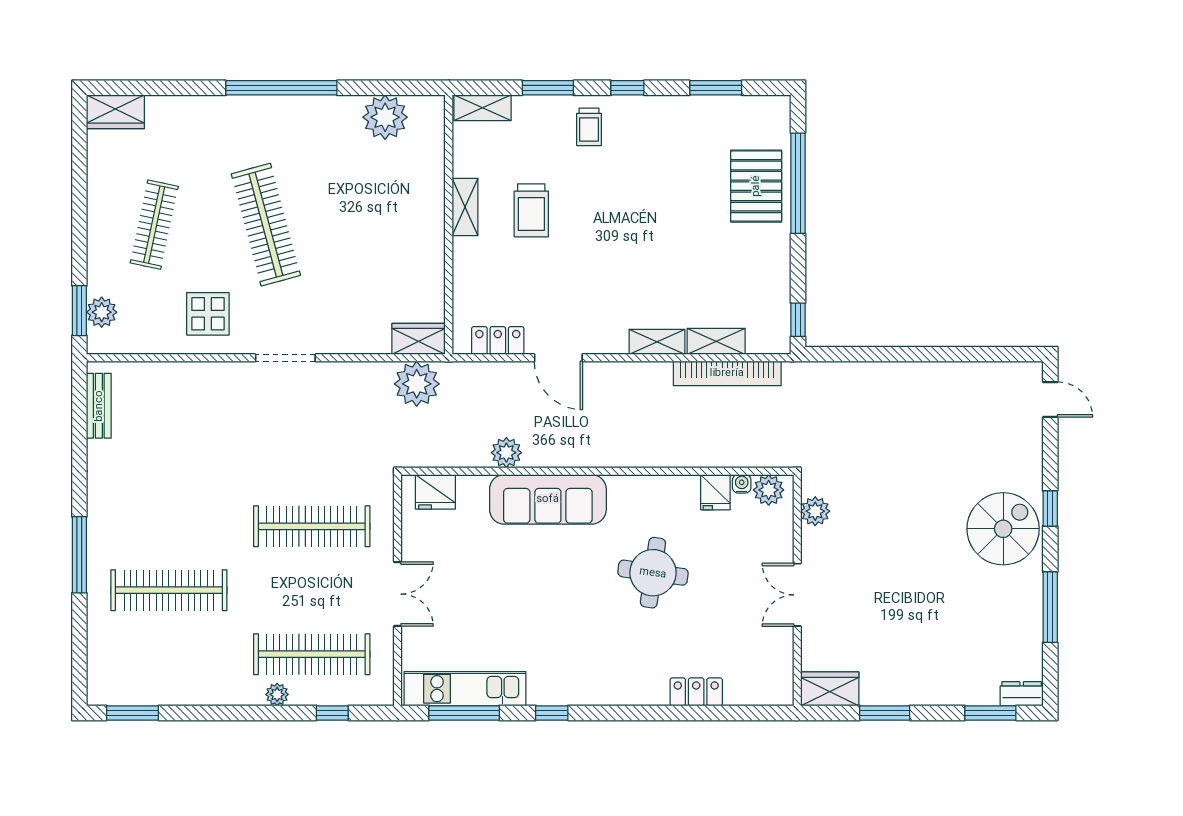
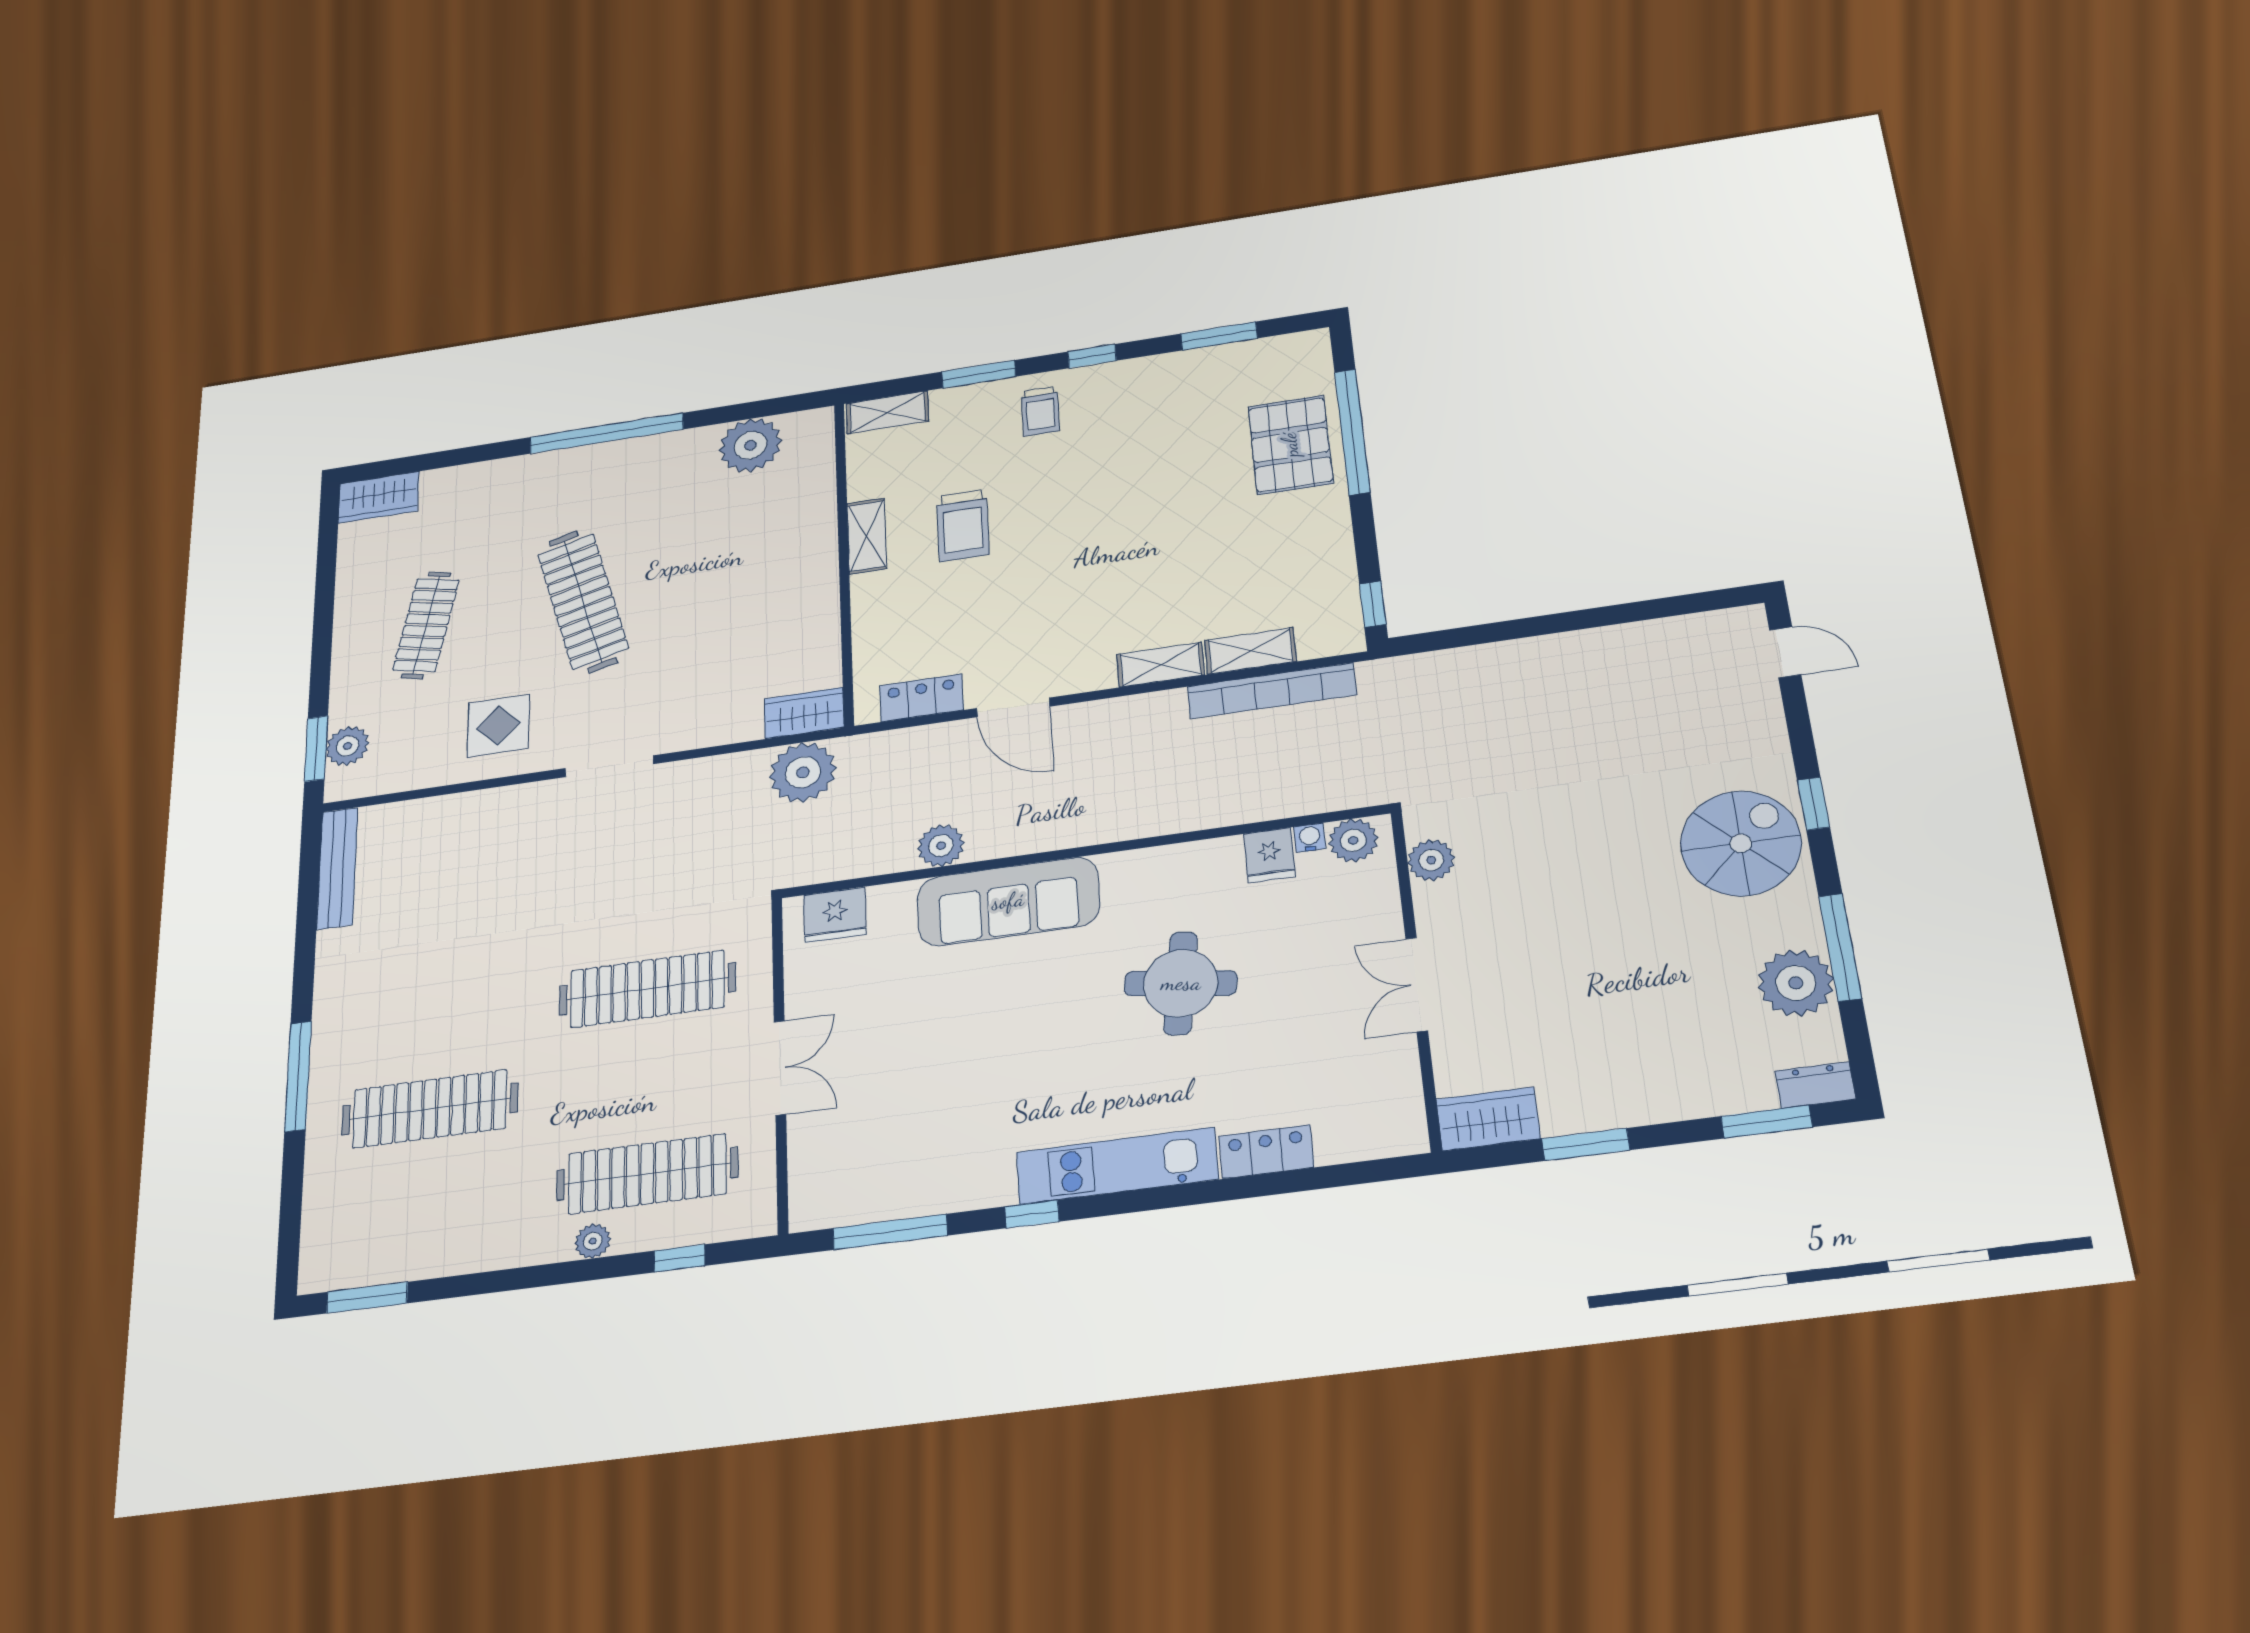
bench: (99, 406) -> (337, 868), width x1.36
plant: (1021, 627) -> (1796, 983), added
kitchen unit: (465, 689) -> (1117, 1166), moved

